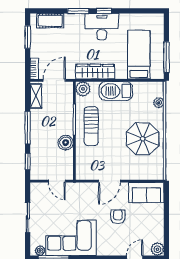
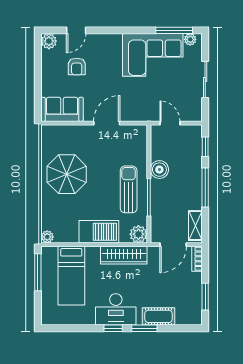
cot: (50, 21) -> (159, 316), moved
plant: (159, 103) -> (47, 237), moved
armchair: (118, 217) -> (77, 67), moved

